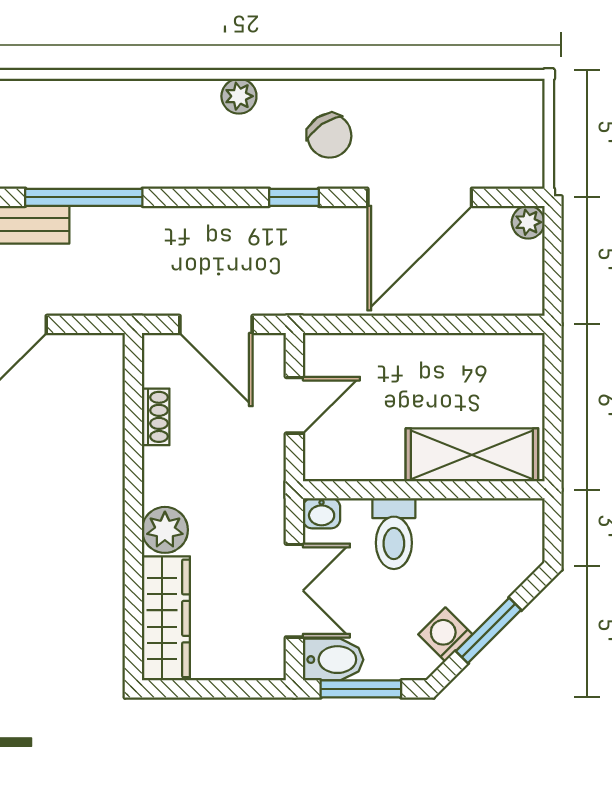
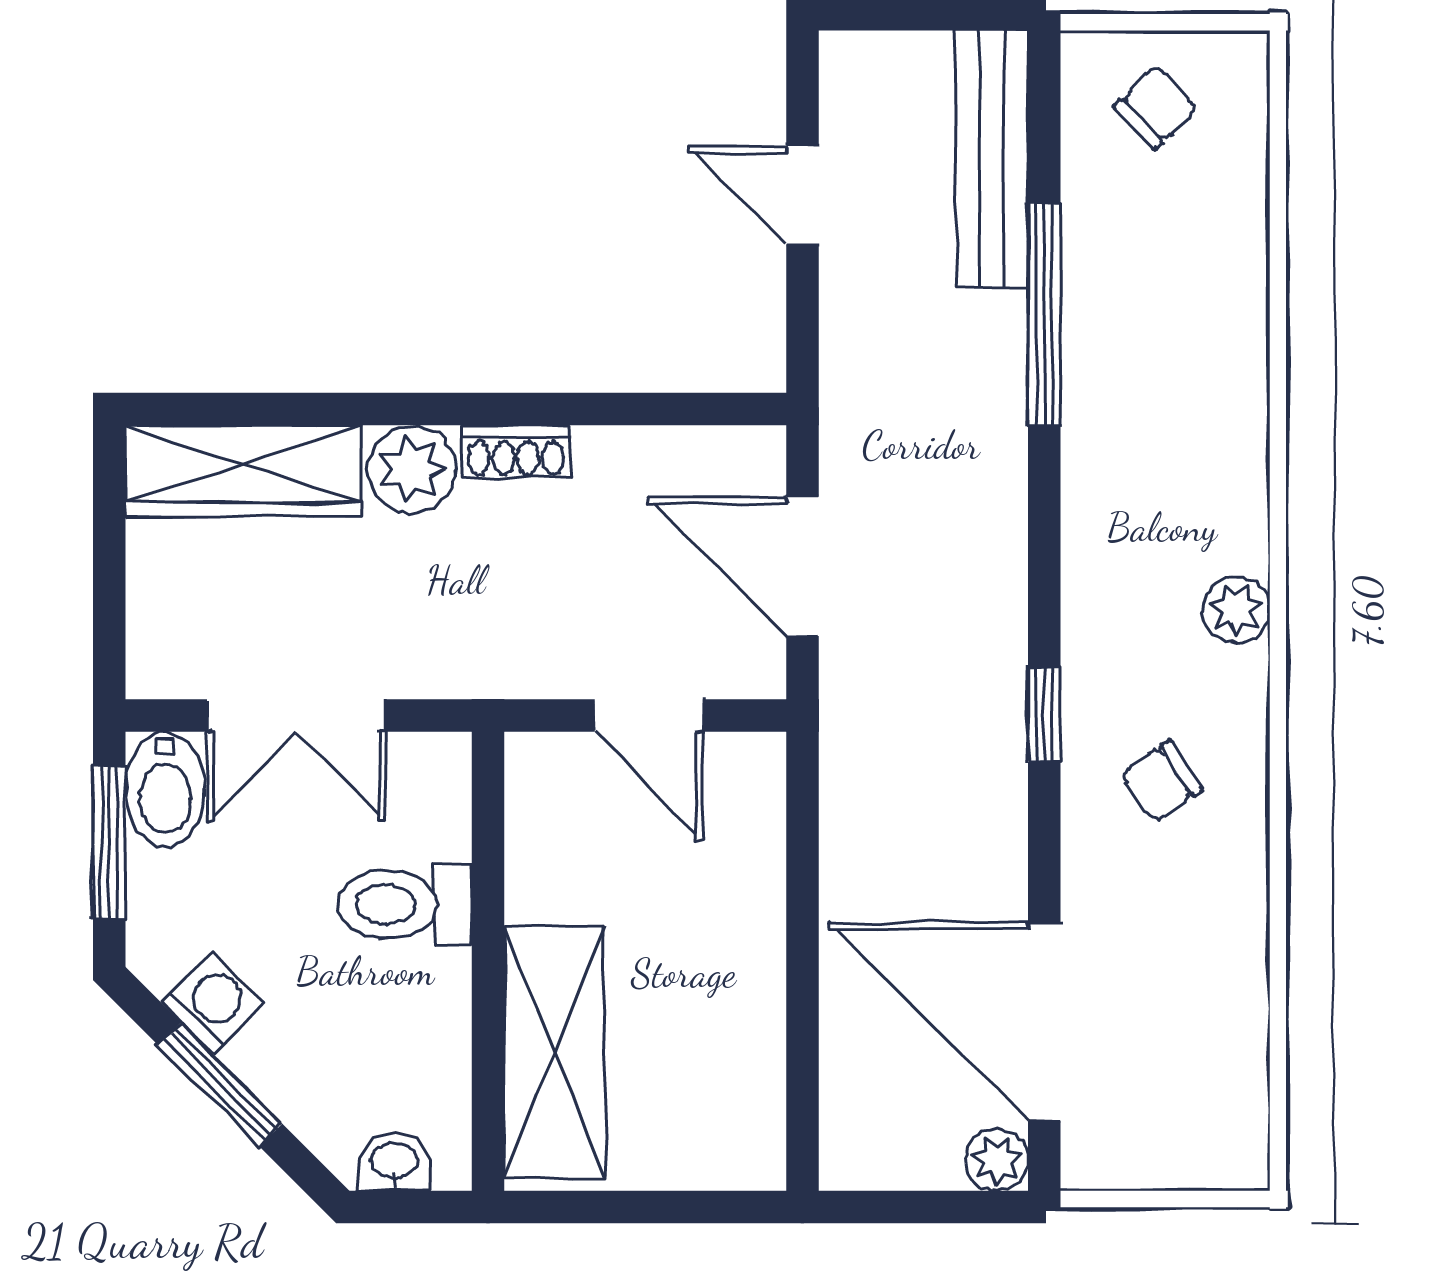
chair: (329, 136) -> (1161, 782), width x0.73, depth x0.73
door: (420, 197) -> (1044, 1022), moved
door: (216, 324) -> (802, 566), hinge flipped
shoe rack: (156, 417) -> (516, 451), moved
washbasin: (322, 513) -> (394, 1162), moved, turned 90

